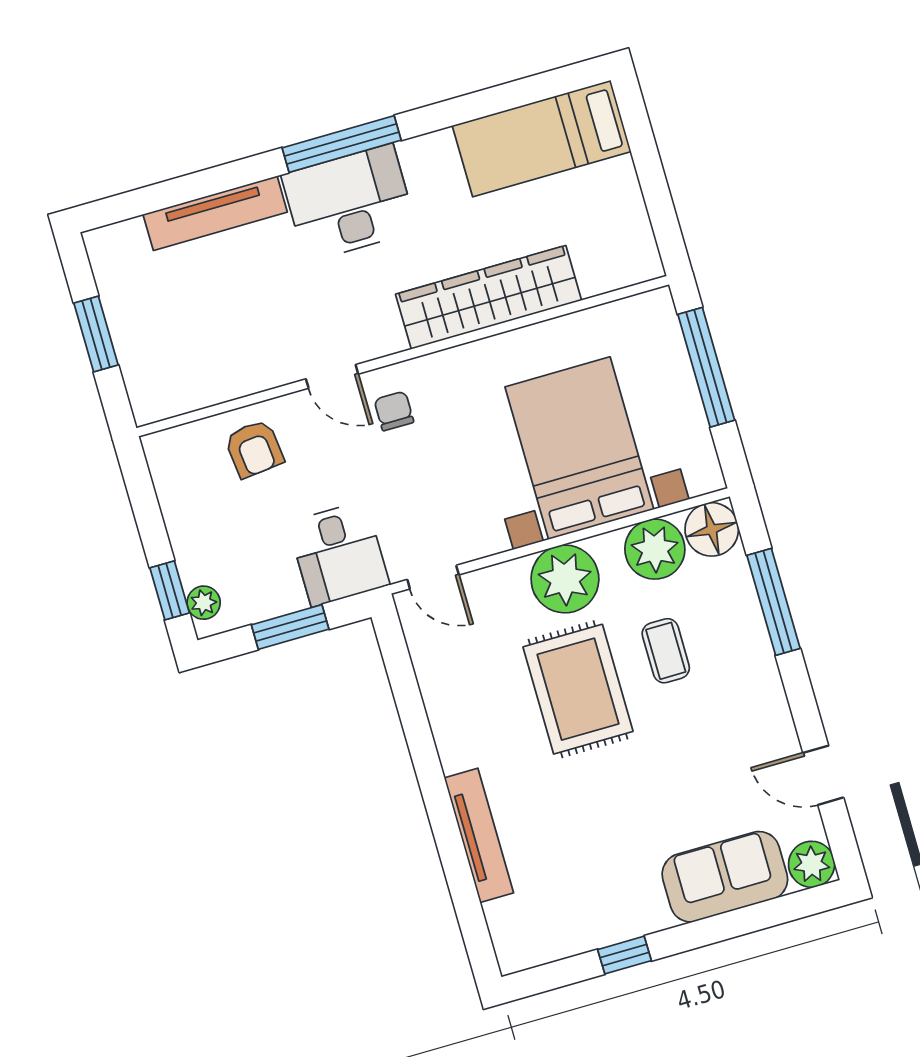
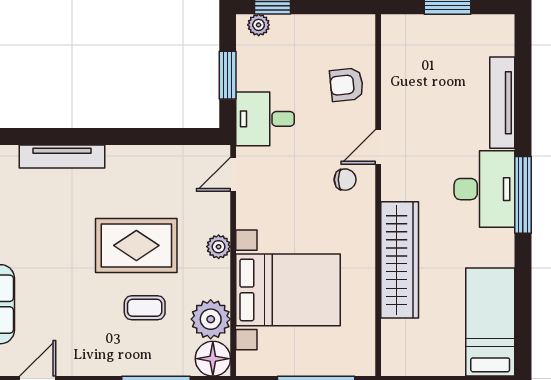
plant: (565, 579) -> (219, 247), width x0.53, depth x0.53

